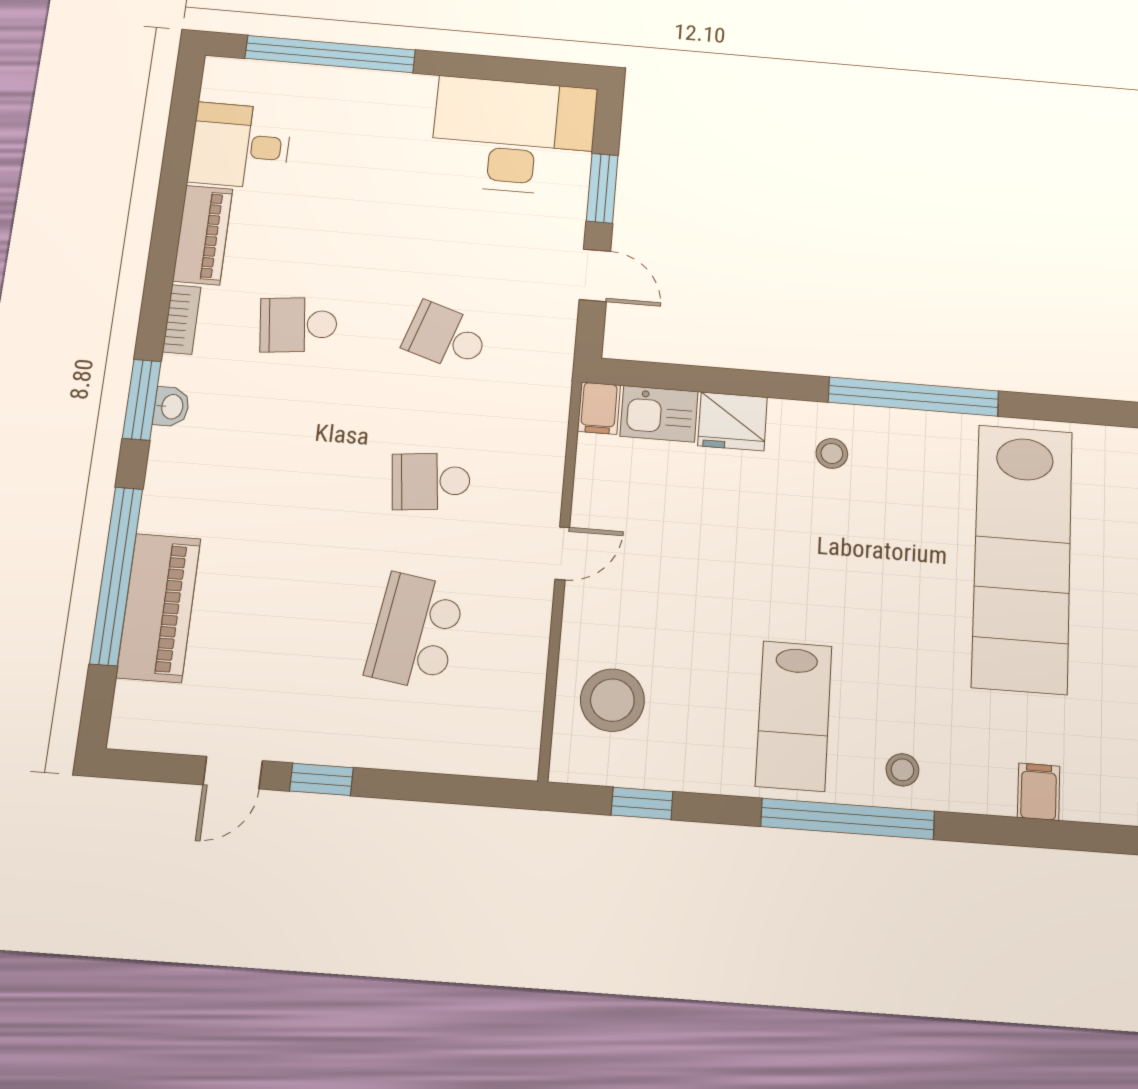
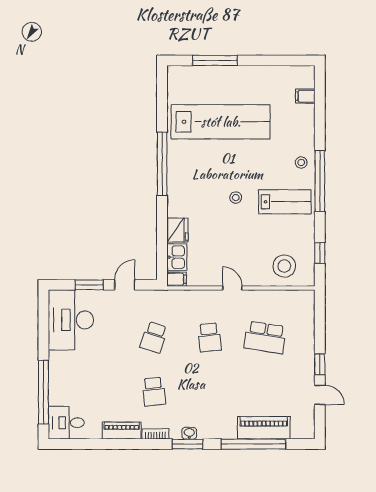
desk: (240, 146) -> (66, 423), moved, turned 90
stool: (832, 453) -> (236, 198), moved
filing cabinet: (1039, 792) -> (305, 96), moved

